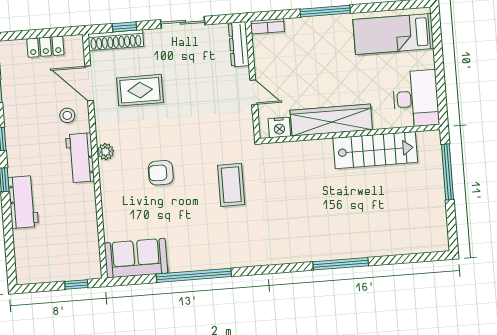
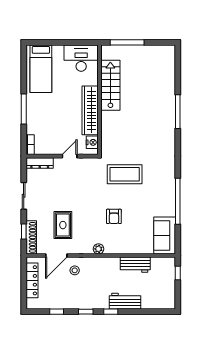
locker: (45, 47) -> (32, 280), width x1.53
workbench: (80, 158) -> (135, 265), moved
coffee table: (231, 185) -> (125, 174), width x1.36, depth x1.32

